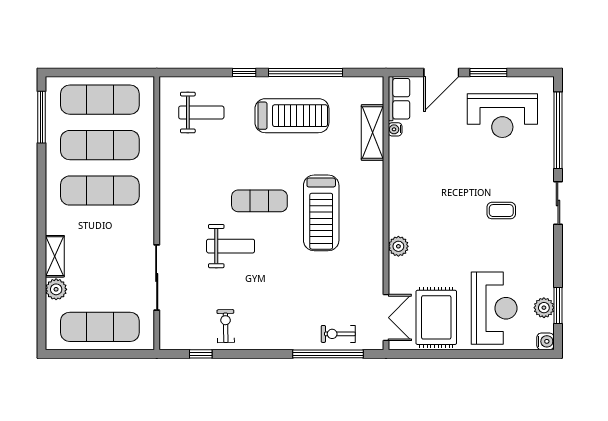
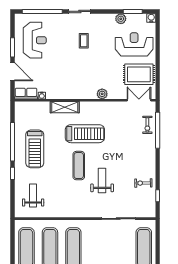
treadmill: (292, 116) -> (35, 149), turned 180
shelving: (372, 133) -> (65, 107), moved
plant: (544, 308) -> (121, 19), moved

